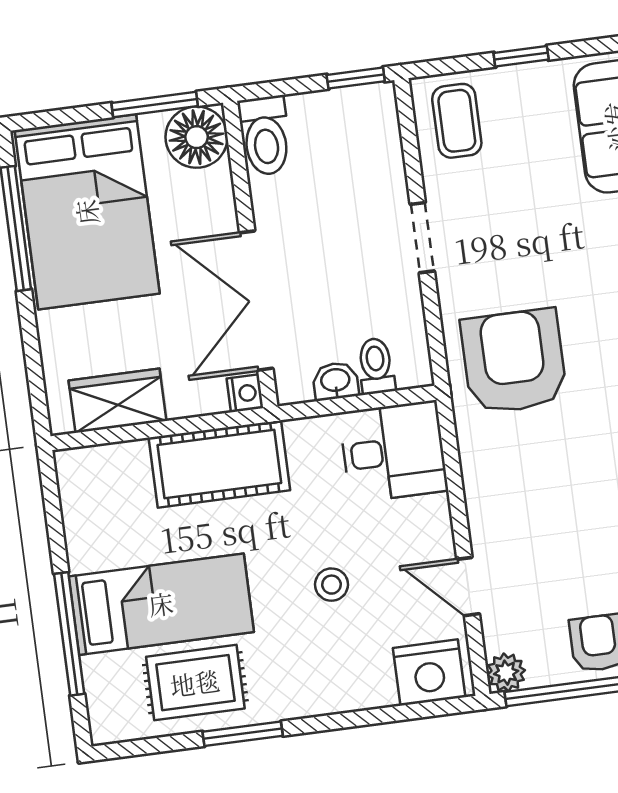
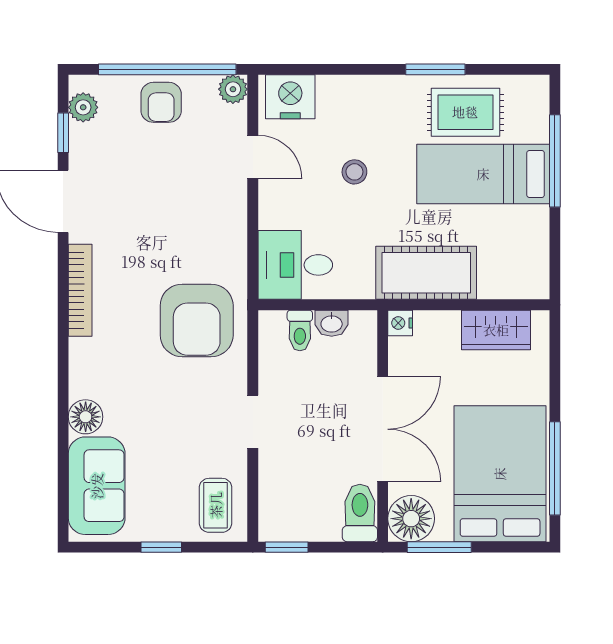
double door: (256, 301) -> (383, 429), moved

